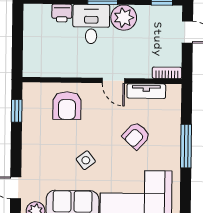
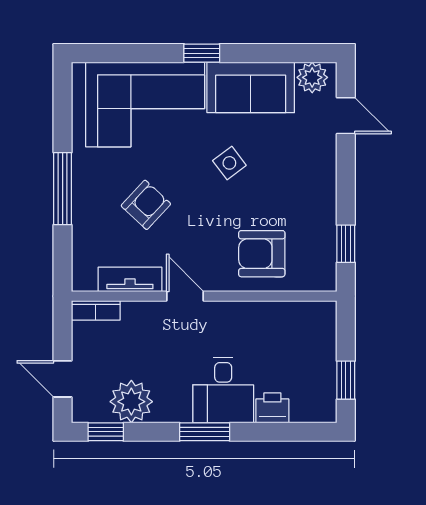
plant: (124, 18) -> (131, 402), moved
window: (18, 29) -> (346, 380), added
armchair: (67, 106) -> (262, 254), turned -90

